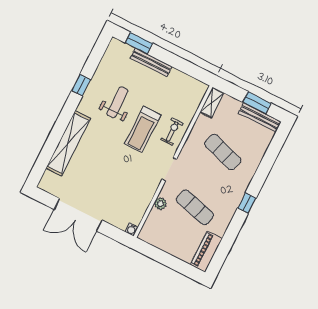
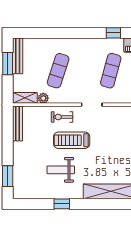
bench: (151, 62) -> (17, 124), moved
treadmill: (143, 129) -> (72, 140), turned 180
window: (247, 203) -> (113, 33), moved
plant: (160, 204) -> (43, 98), moved

